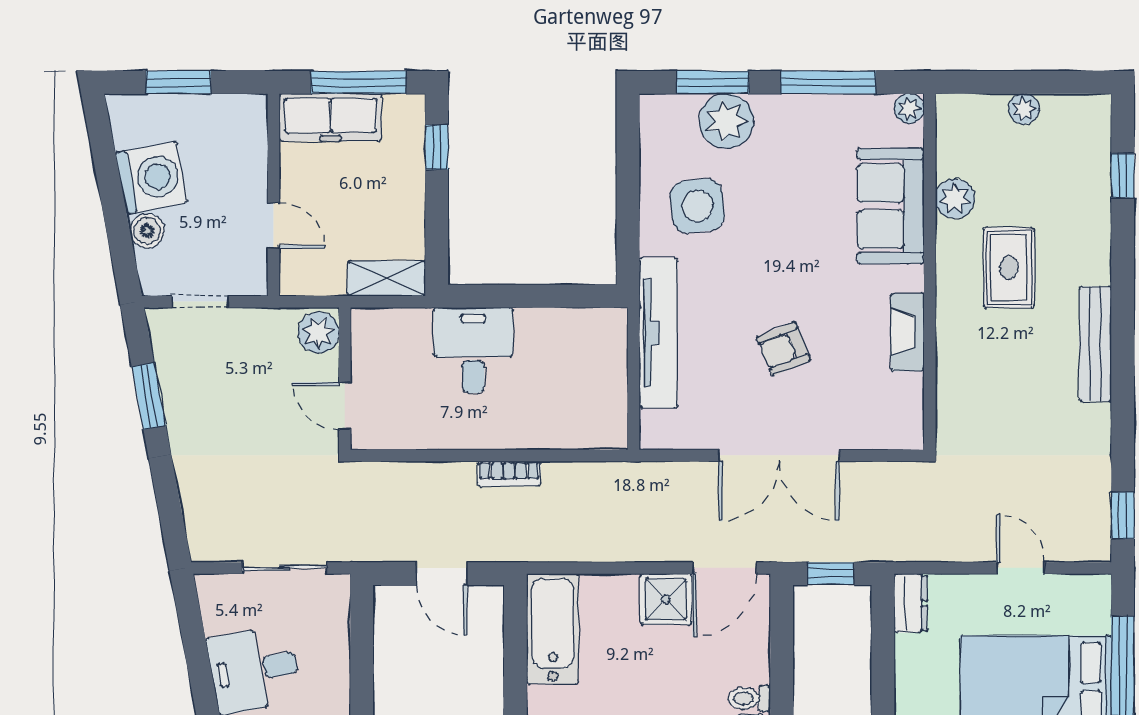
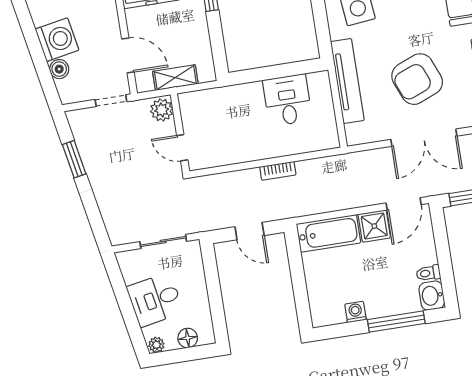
door: (274, 226) -> (128, 55), width x1.38
shelving: (386, 279) -> (175, 78), moved
doorway: (200, 302) -> (111, 101), moved
armchair: (783, 349) -> (417, 79), width x1.88, depth x1.88
desk: (473, 350) -> (287, 100), moved
bathtub: (553, 629) -> (328, 233), moved, turned 90

